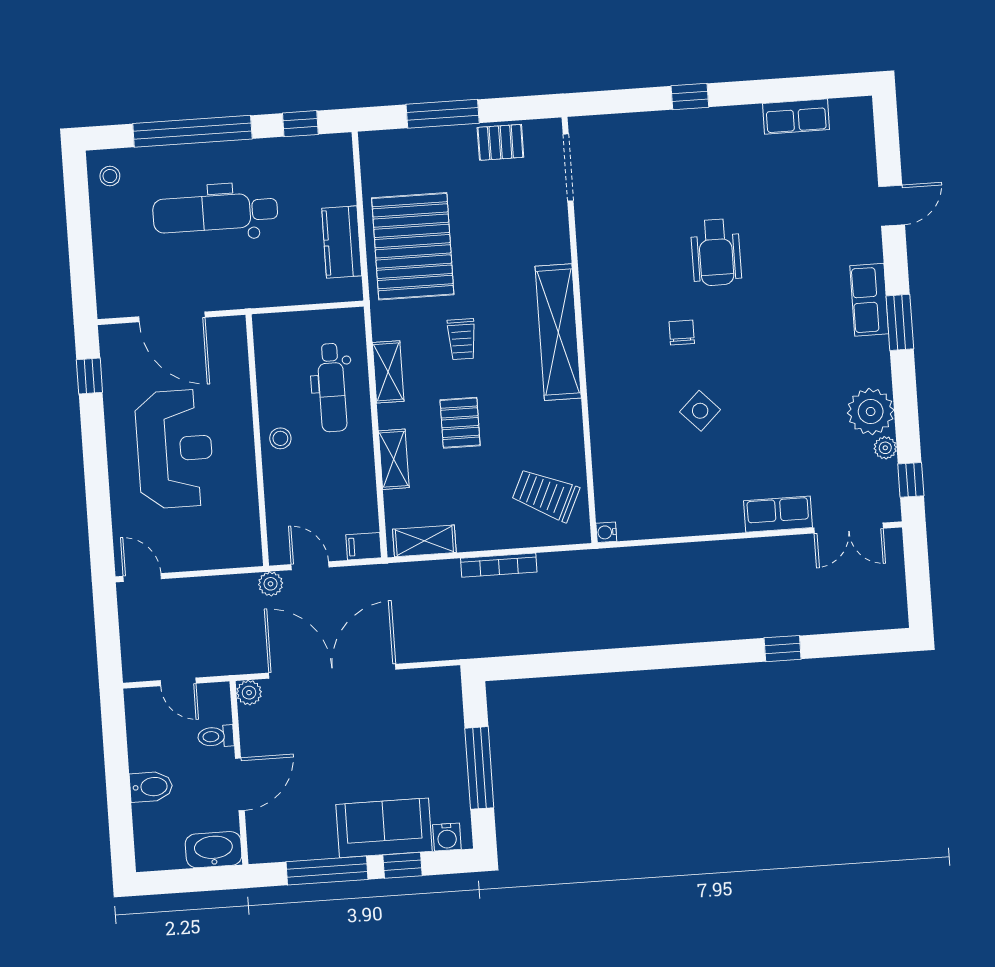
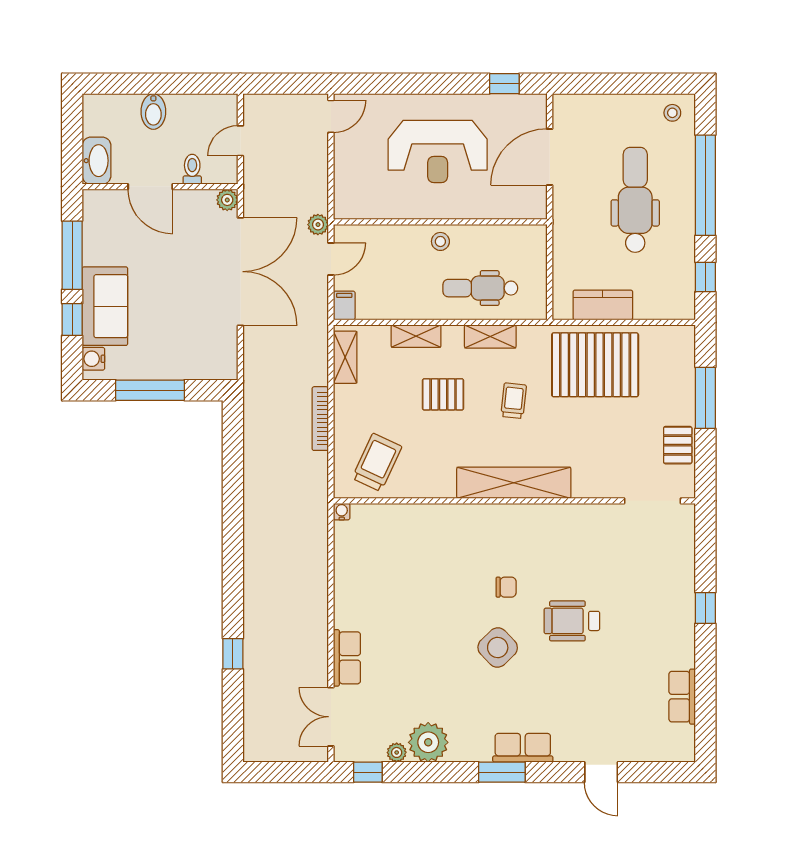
trolley: (462, 339) -> (514, 401), turned 96
side table: (700, 411) -> (498, 648), moved, width x1.37, depth x1.37

